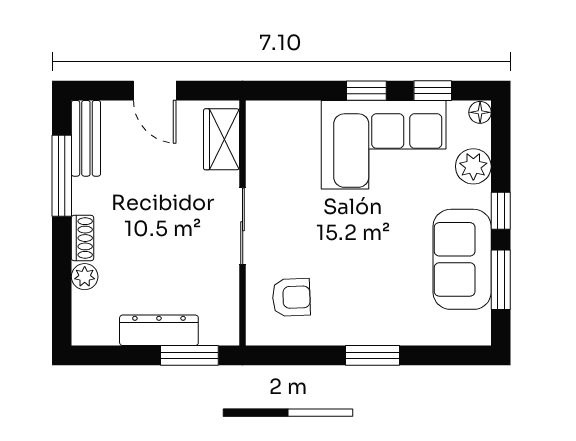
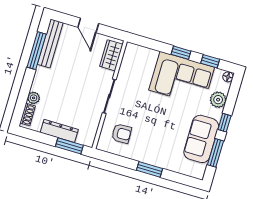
bench: (86, 138) -> (50, 43), width x1.36
shoe rack: (83, 238) -> (28, 115), moved

